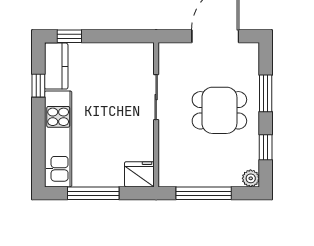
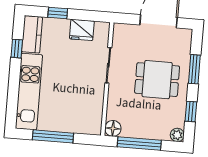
window: (69, 36) -> (58, 13), moved
fridge: (139, 174) -> (82, 30), moved, turned 180
floor lamp: (168, 177) -> (113, 128), added

